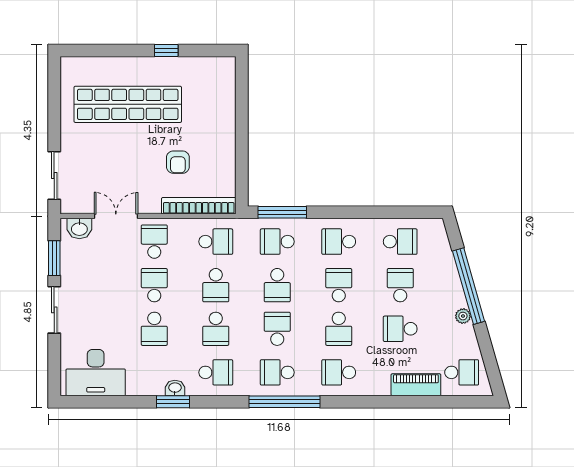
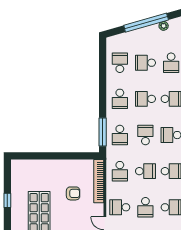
school desk: (216, 242) -> (120, 171), turned 180
school desk: (154, 285) -> (145, 207), turned -90
school desk: (277, 285) -> (145, 135), turned -90

